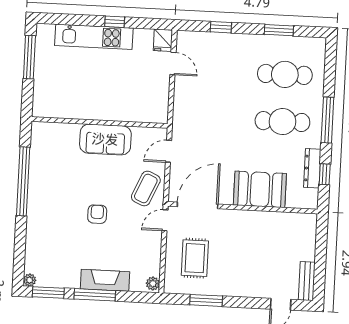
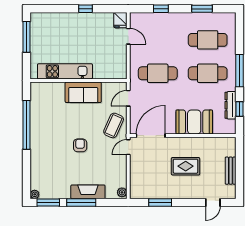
kitchen unit: (94, 37) -> (65, 71), moved, turned 180
cafe table: (212, 118) -> (158, 73), added
rug: (195, 258) -> (186, 166), moved, turned 90
bench: (307, 281) -> (231, 171), moved

